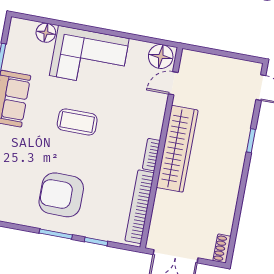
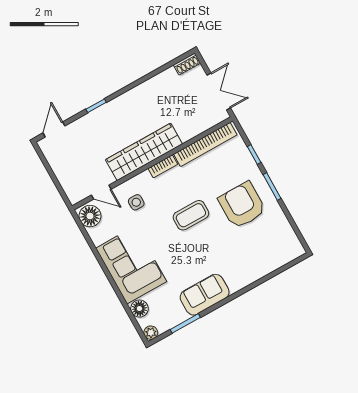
plant: (17, 25) -> (151, 333), added
side table: (139, 106) -> (136, 202), added
coffee table: (77, 122) -> (191, 215), moved, turned 90
armchair: (61, 195) -> (242, 205), turned 180

